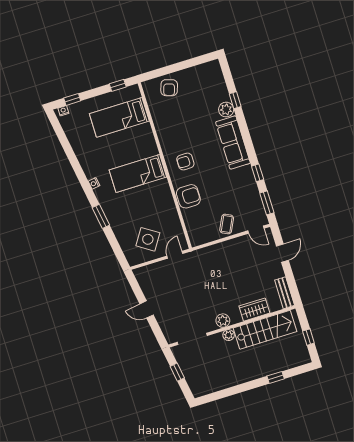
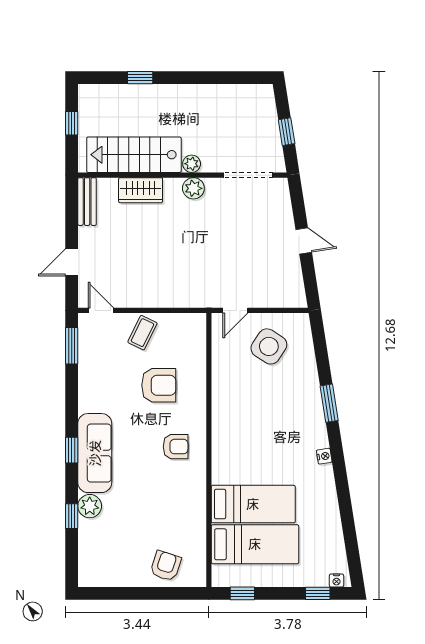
bed: (138, 173) -> (253, 504), moved
window: (258, 173) -> (72, 450), moved
armchair: (188, 196) -> (159, 385), moved, turned 180

